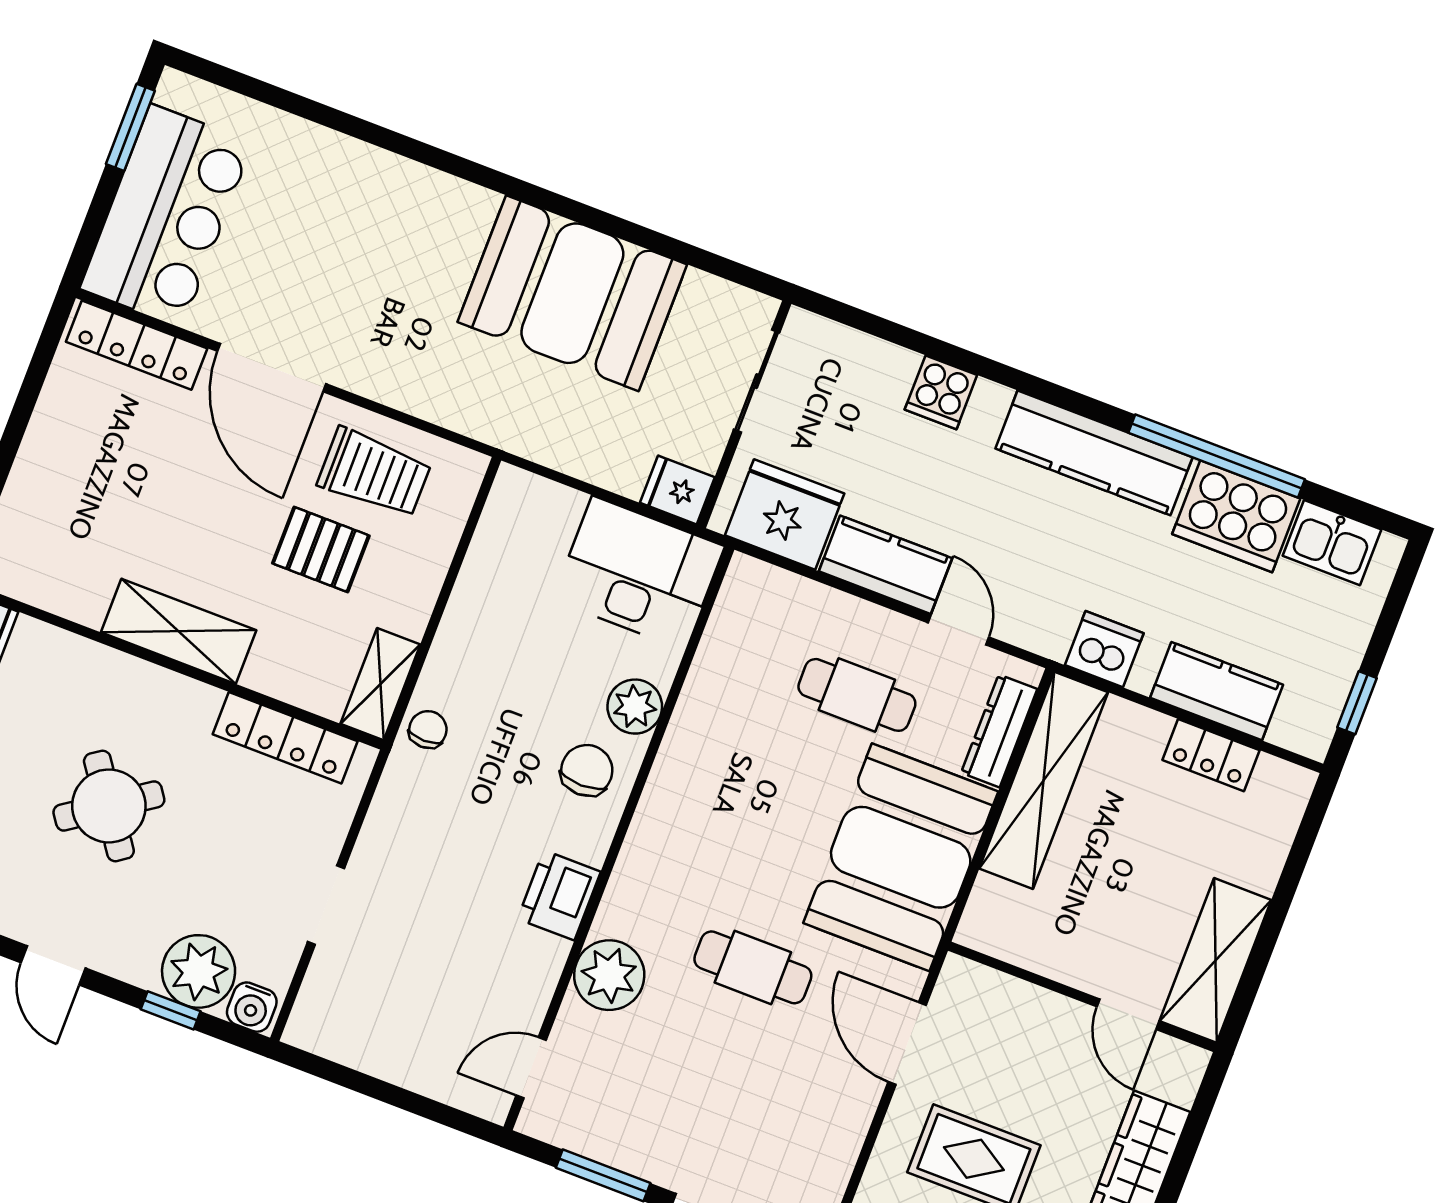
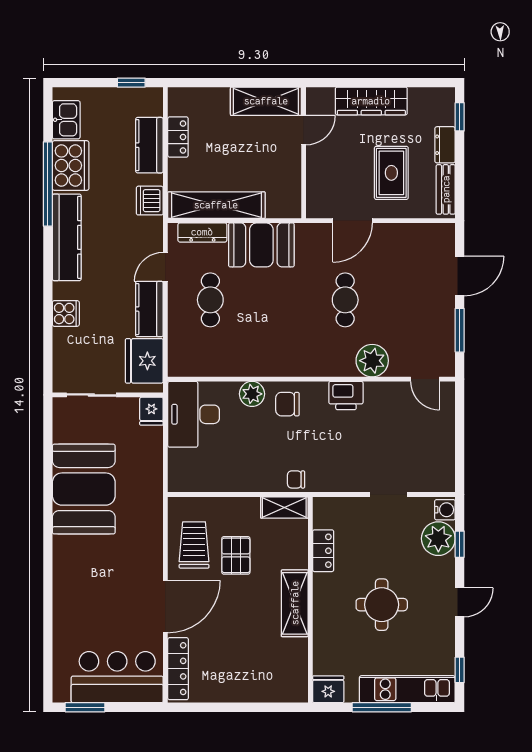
locker: (285, 738) -> (323, 551), width x0.66
round table: (109, 806) -> (382, 605), turned 35
booth: (901, 857) -> (261, 245), width x0.73, depth x0.70

